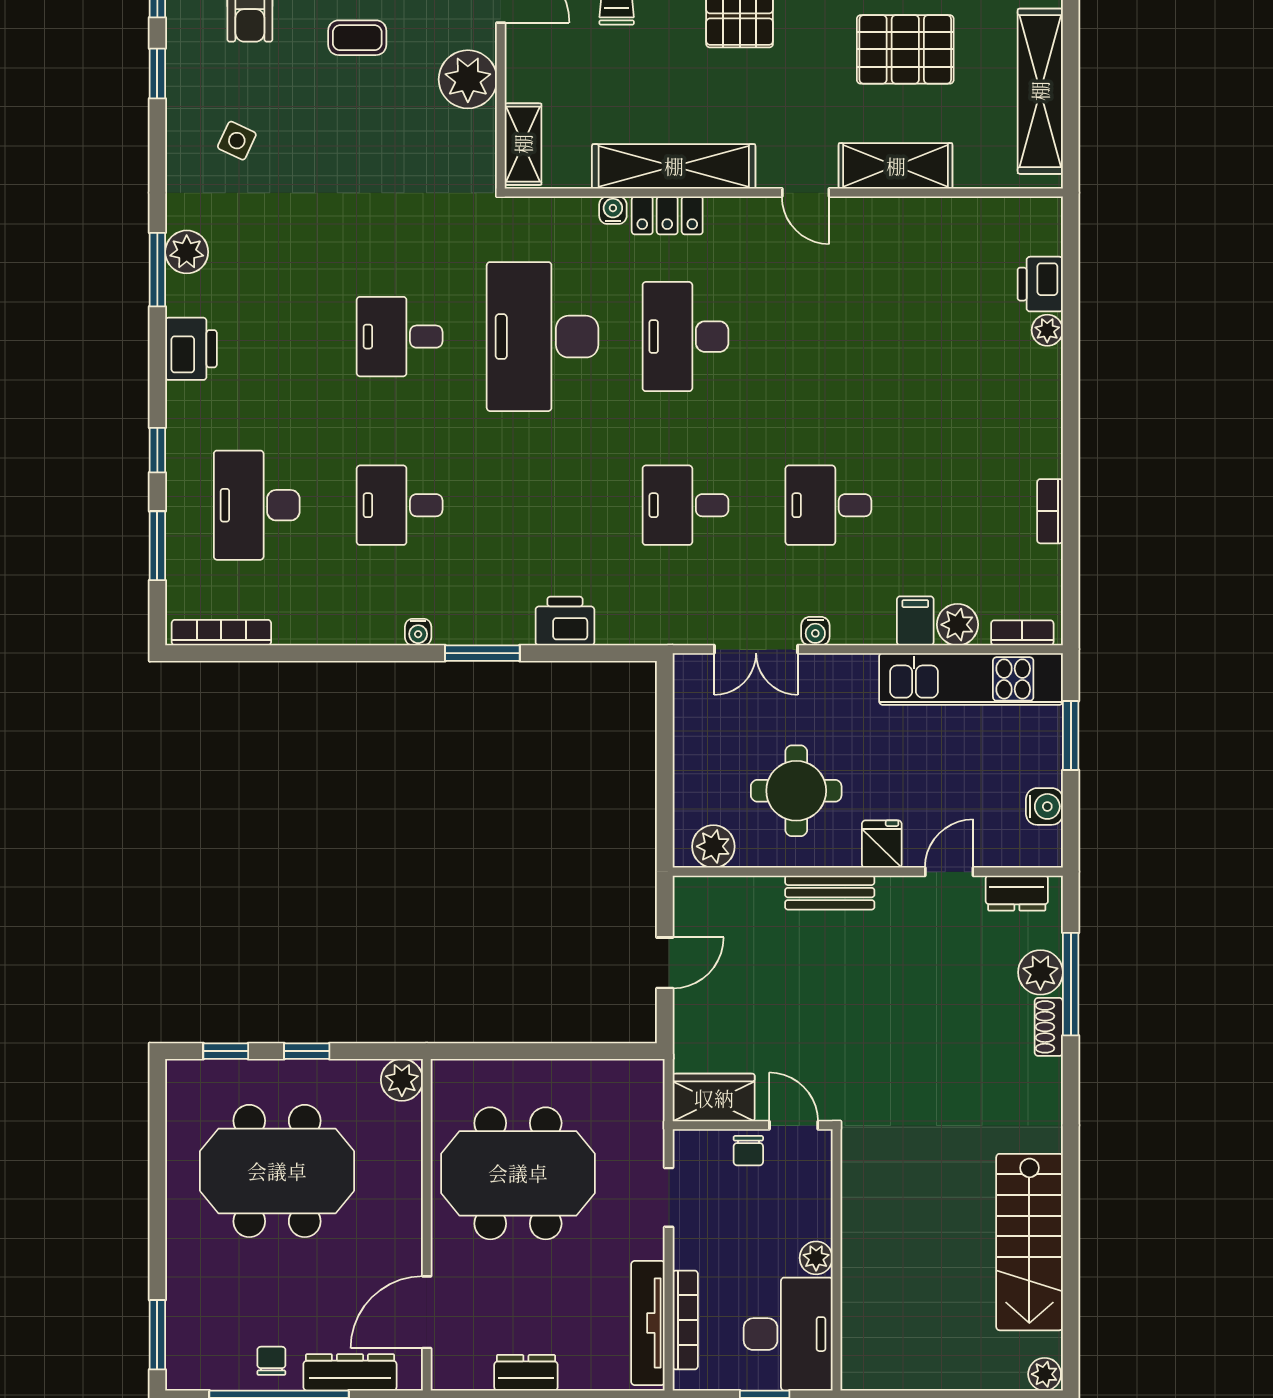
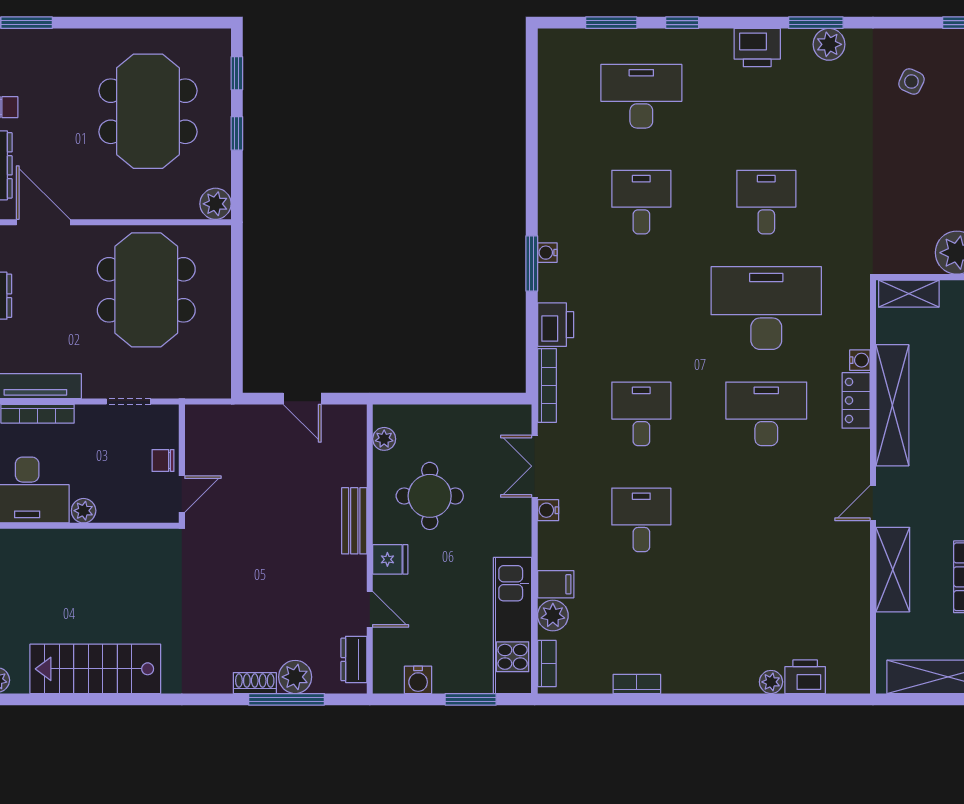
water cooler: (418, 632) -> (547, 253), moved
bookcase: (221, 633) -> (547, 386), moved
plant: (713, 846) -> (384, 439), width x0.73, depth x0.73
wardrobe: (714, 1098) -> (202, 435), removed

